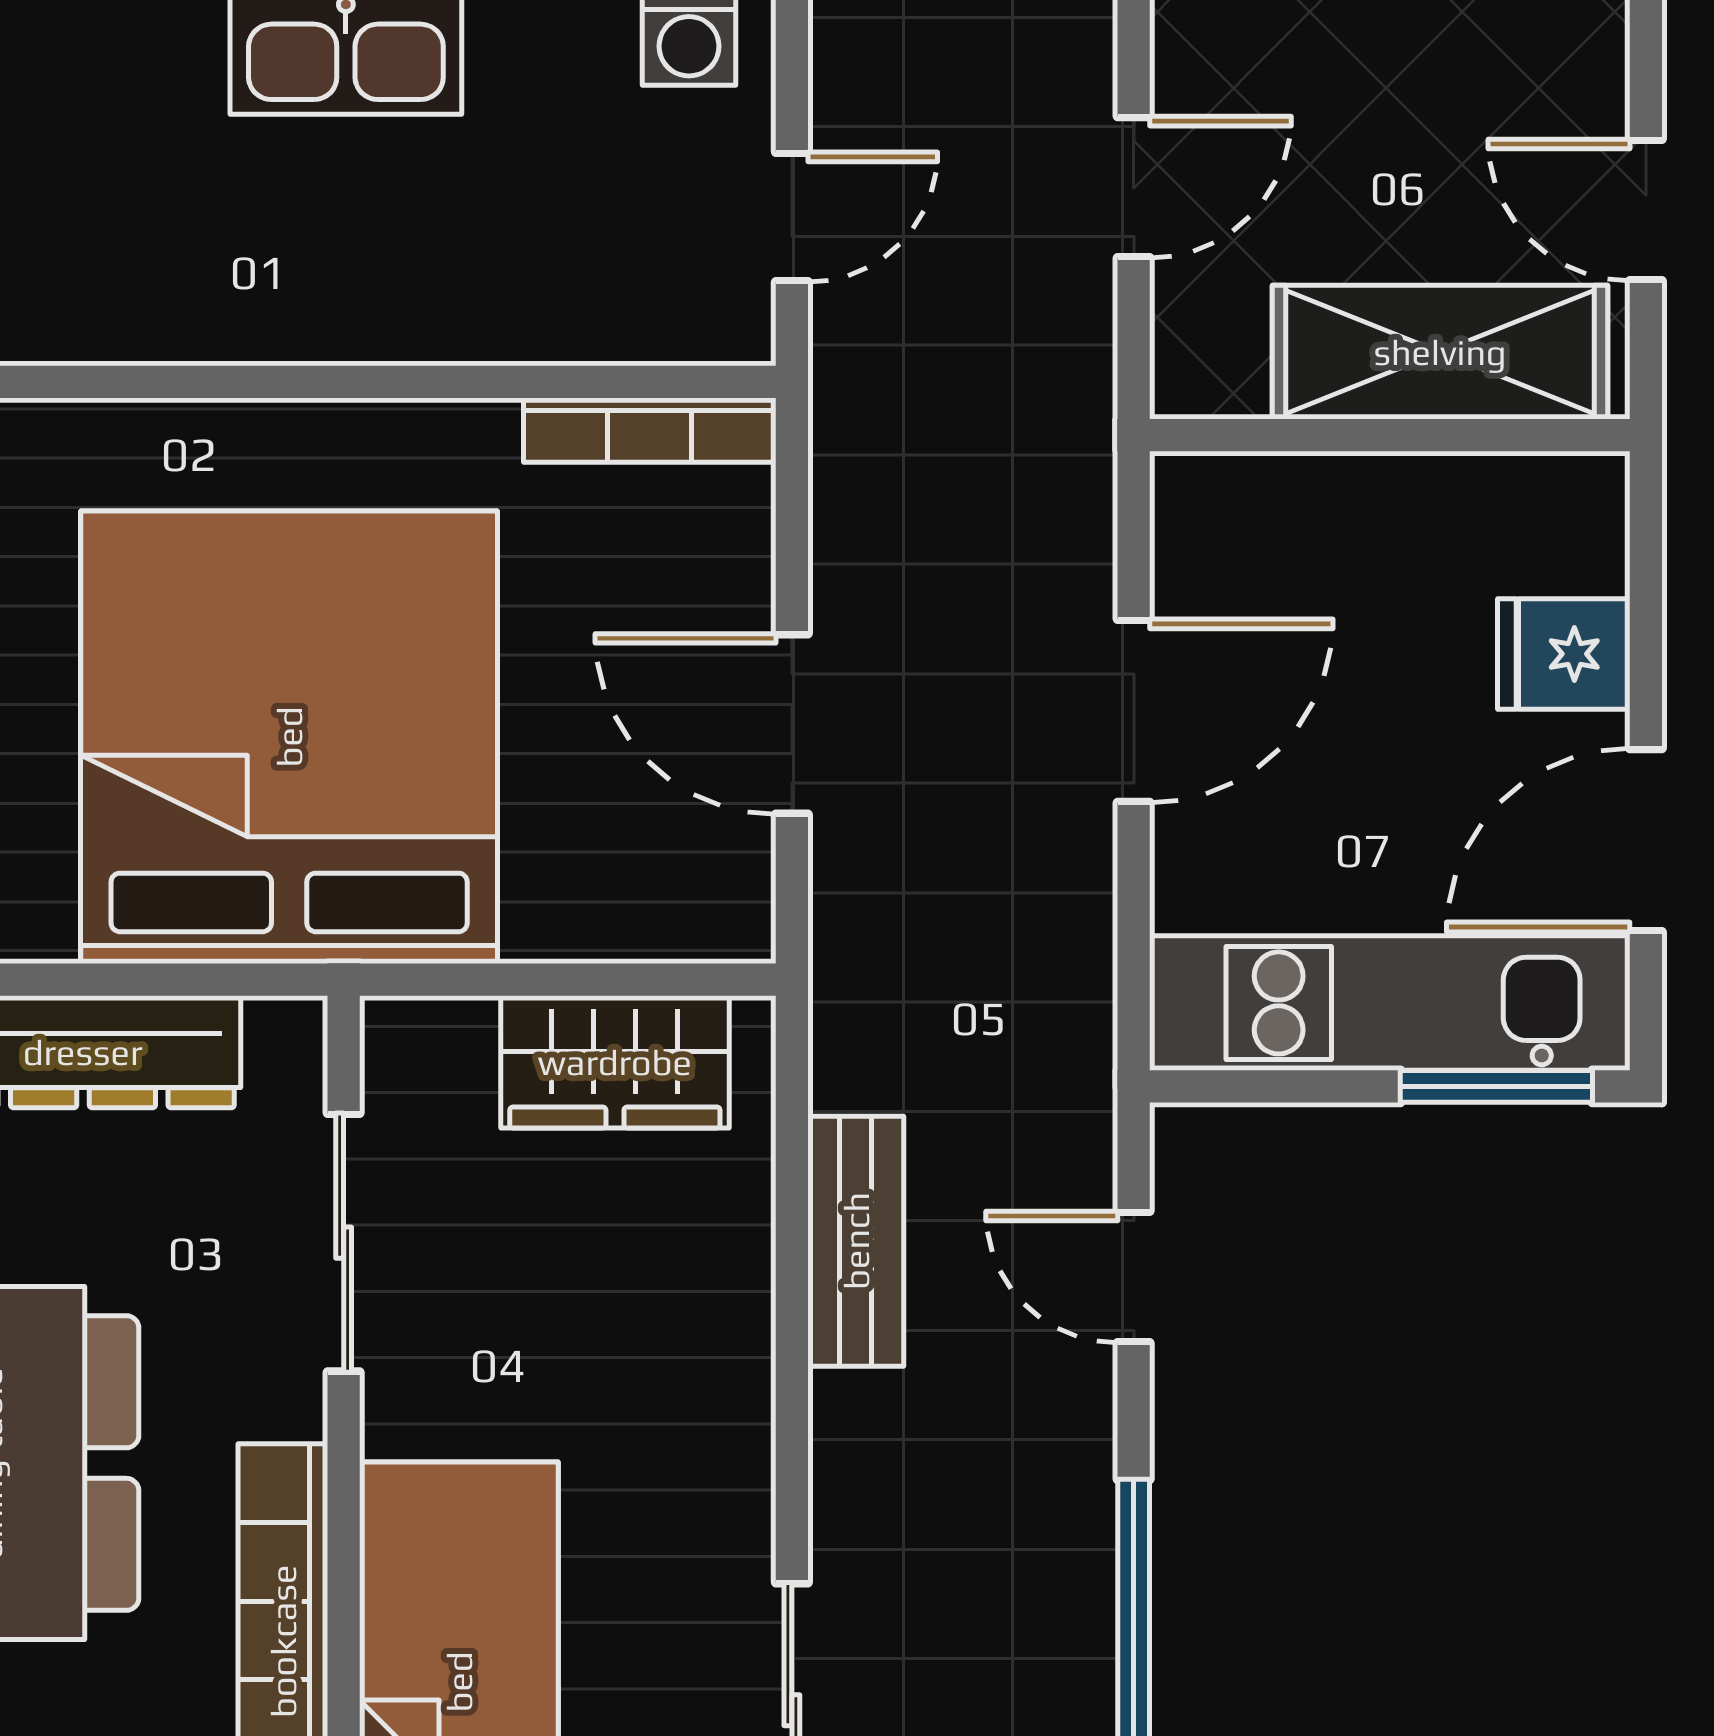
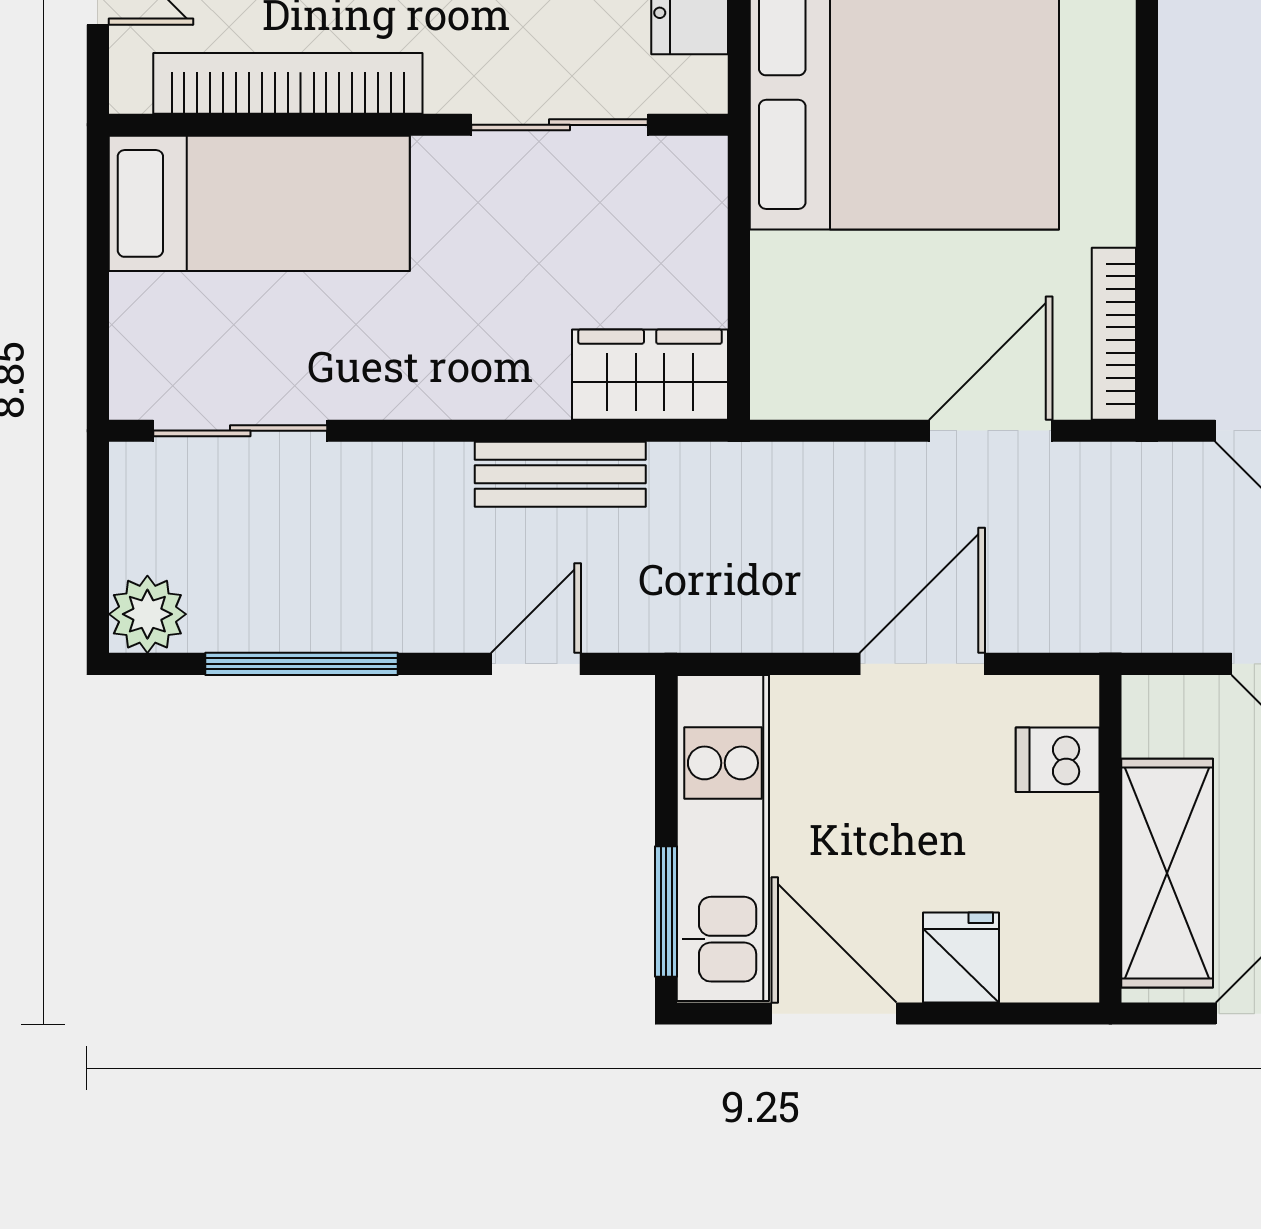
dishwasher: (1274, 512) -> (1058, 760), added
door: (1134, 711) -> (922, 664), swing flipped
door: (792, 724) -> (991, 431), moved
wardrobe: (615, 1062) -> (650, 375), moved, turned 90

